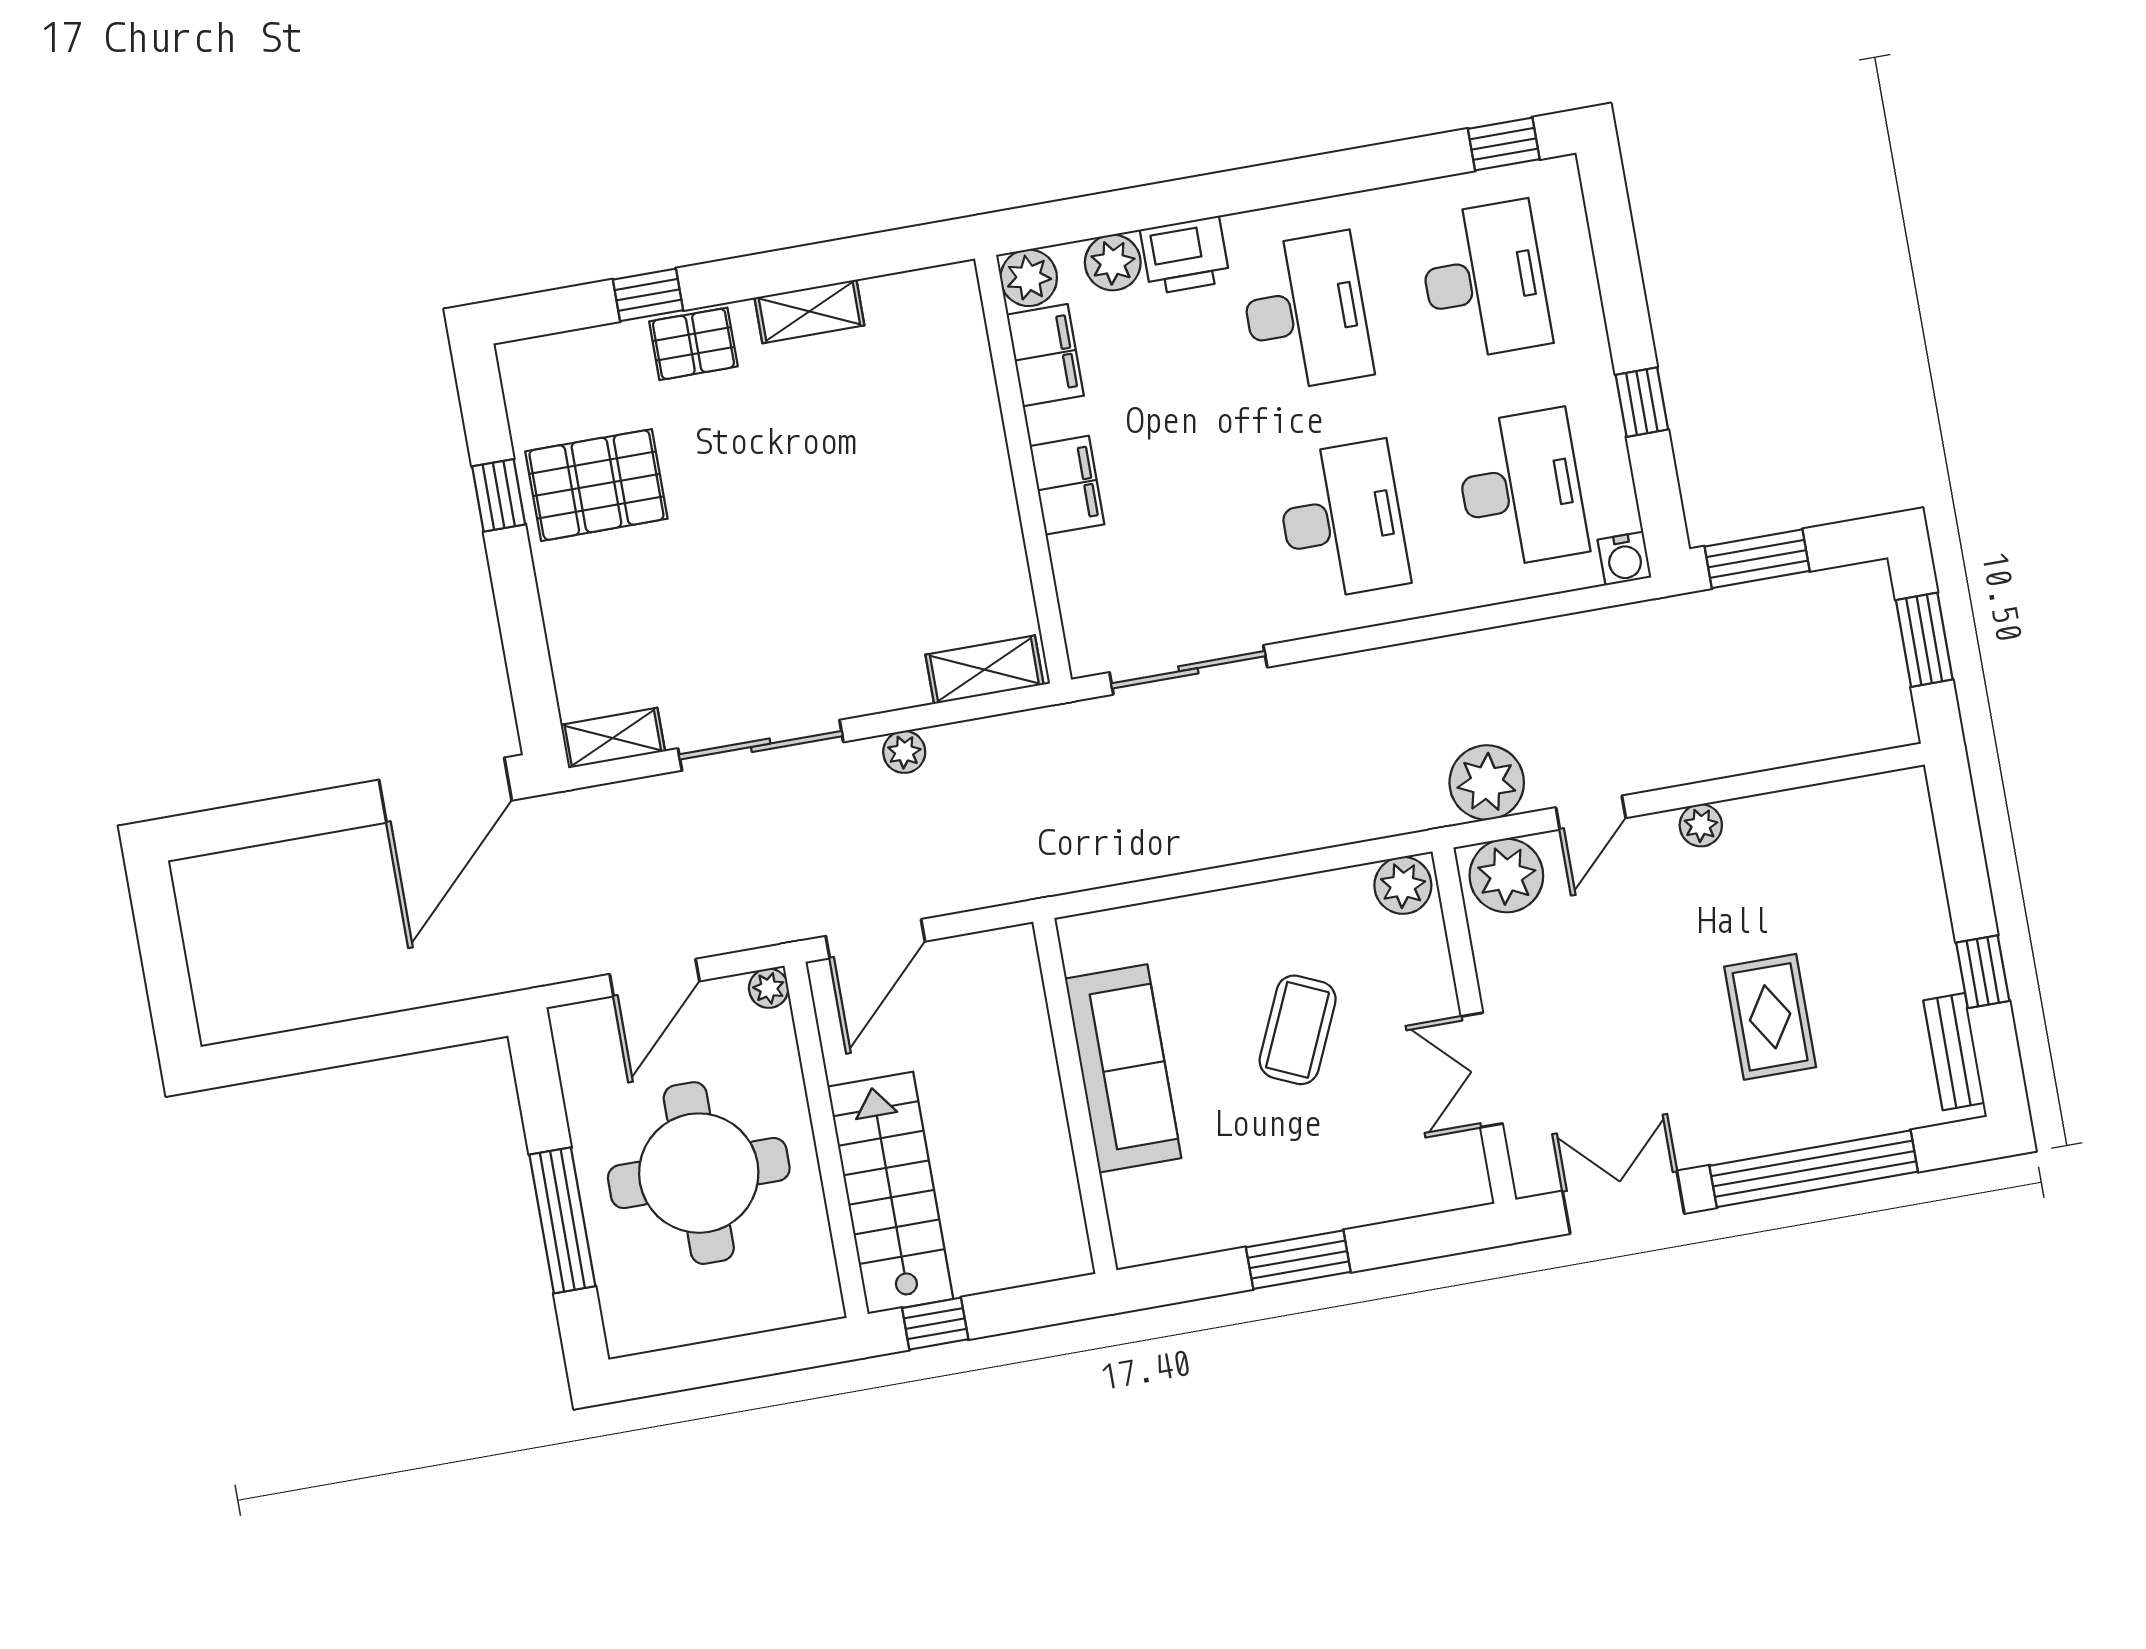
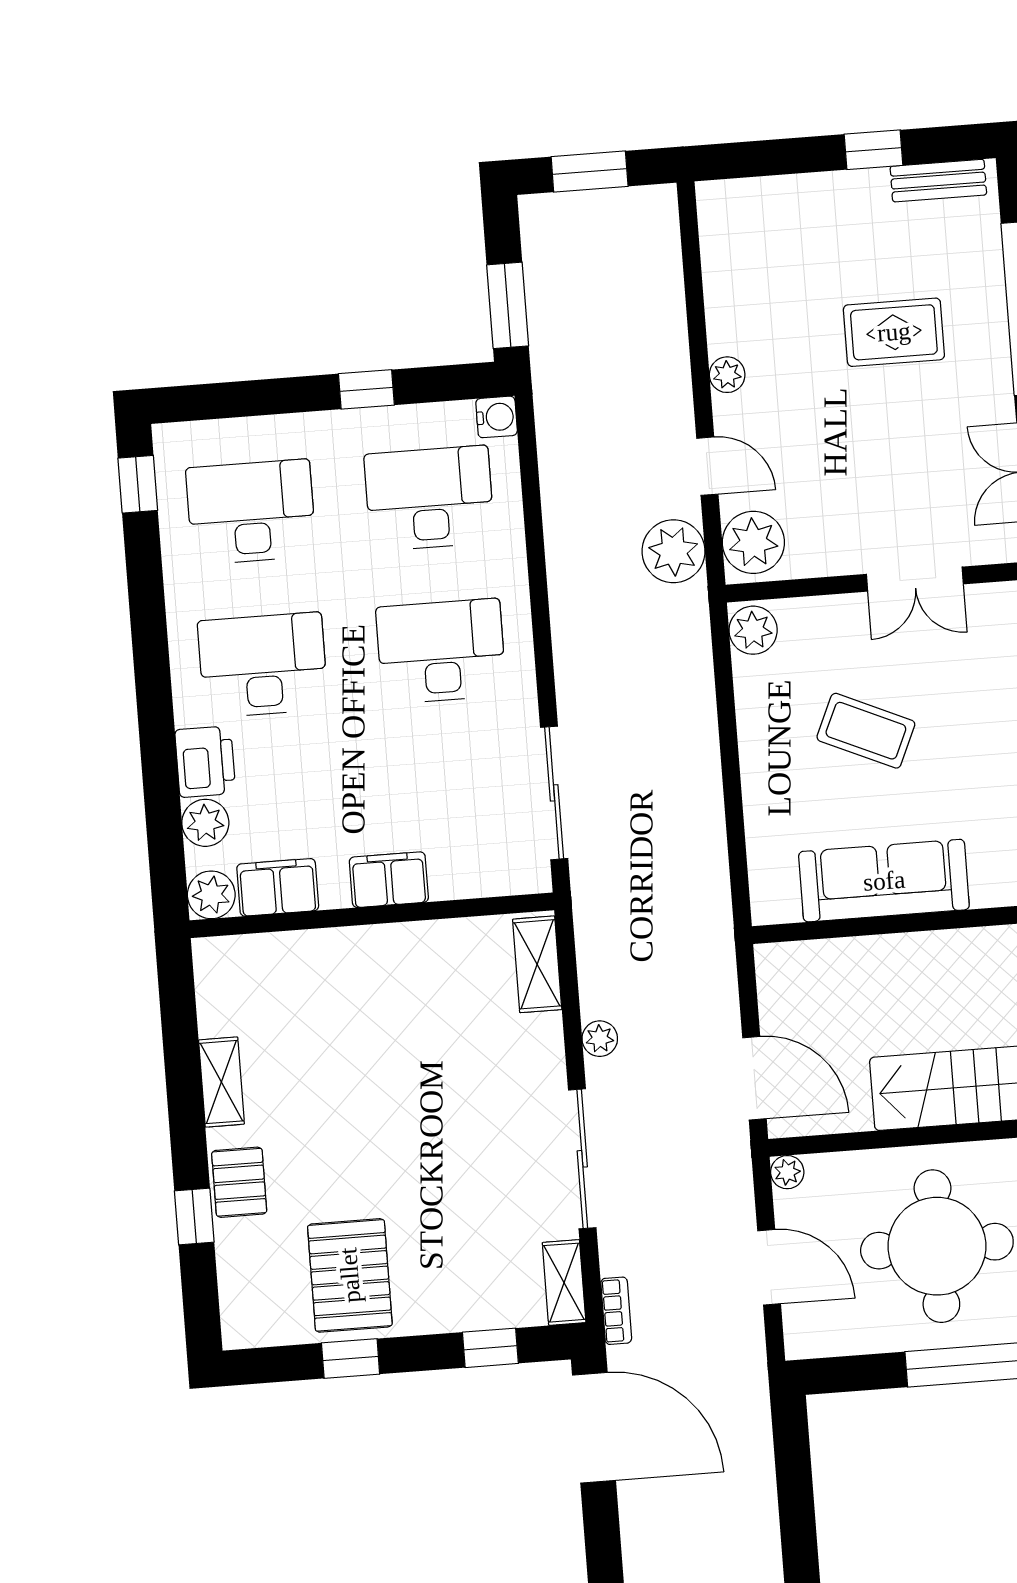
window: (528, 659) -> (490, 1348), added
bookcase: (586, 803) -> (616, 1311), added

